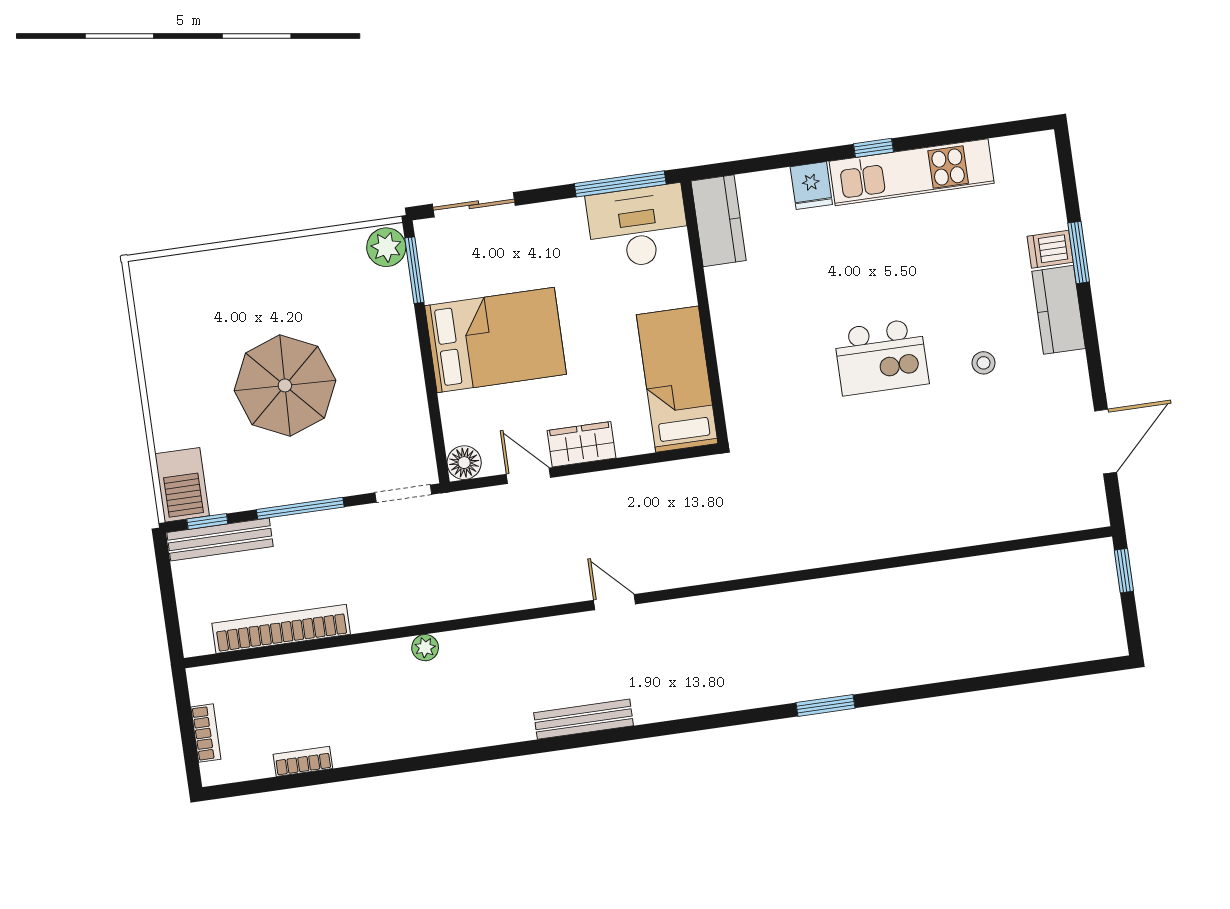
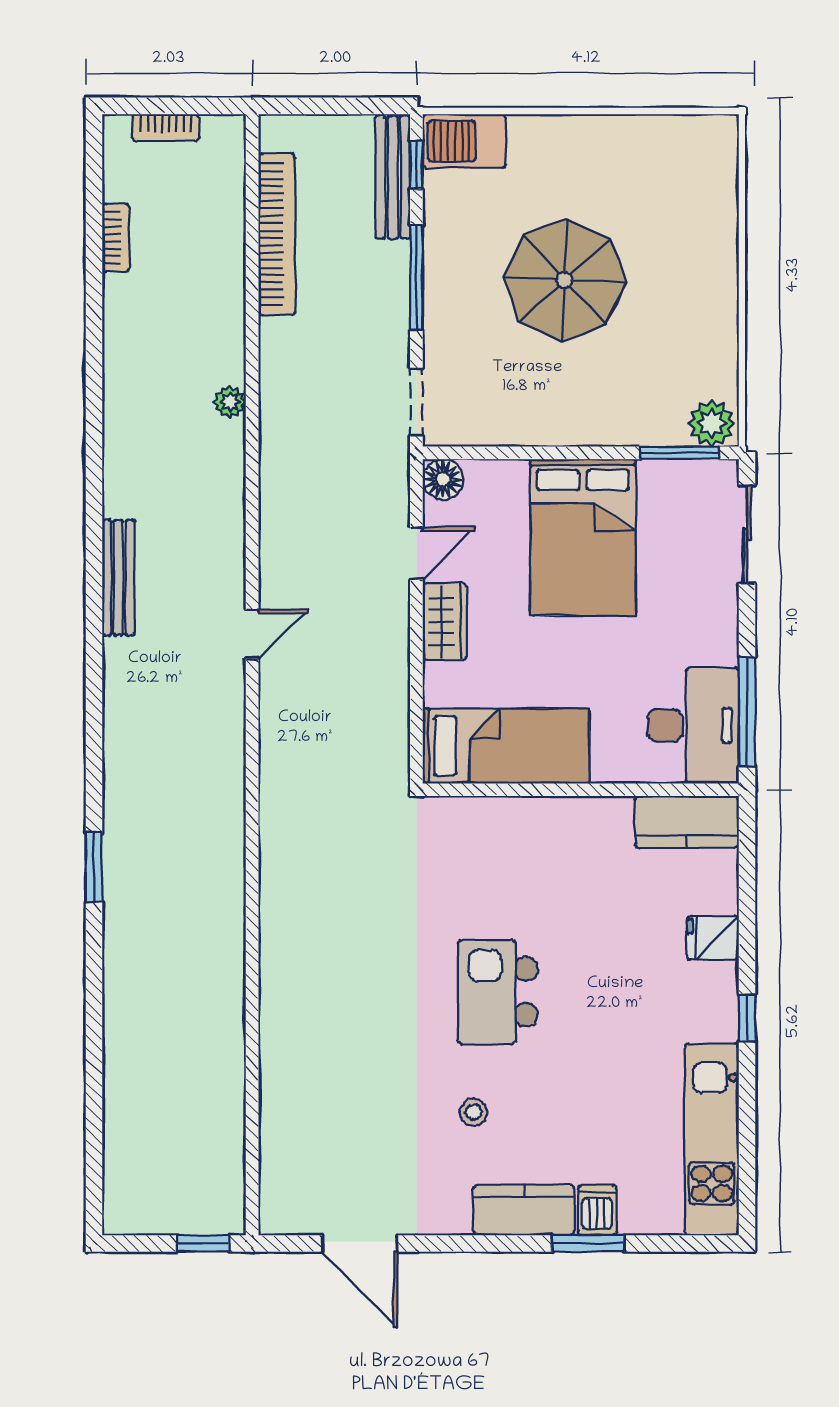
kitchen unit: (912, 172) -> (712, 1139), moved

